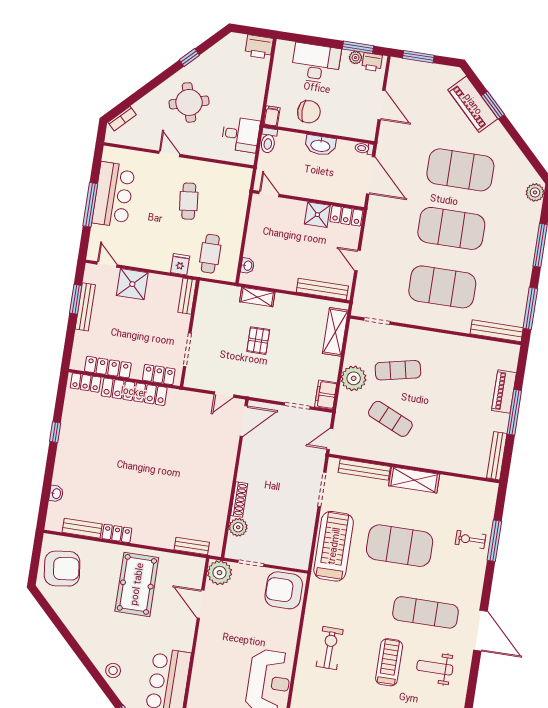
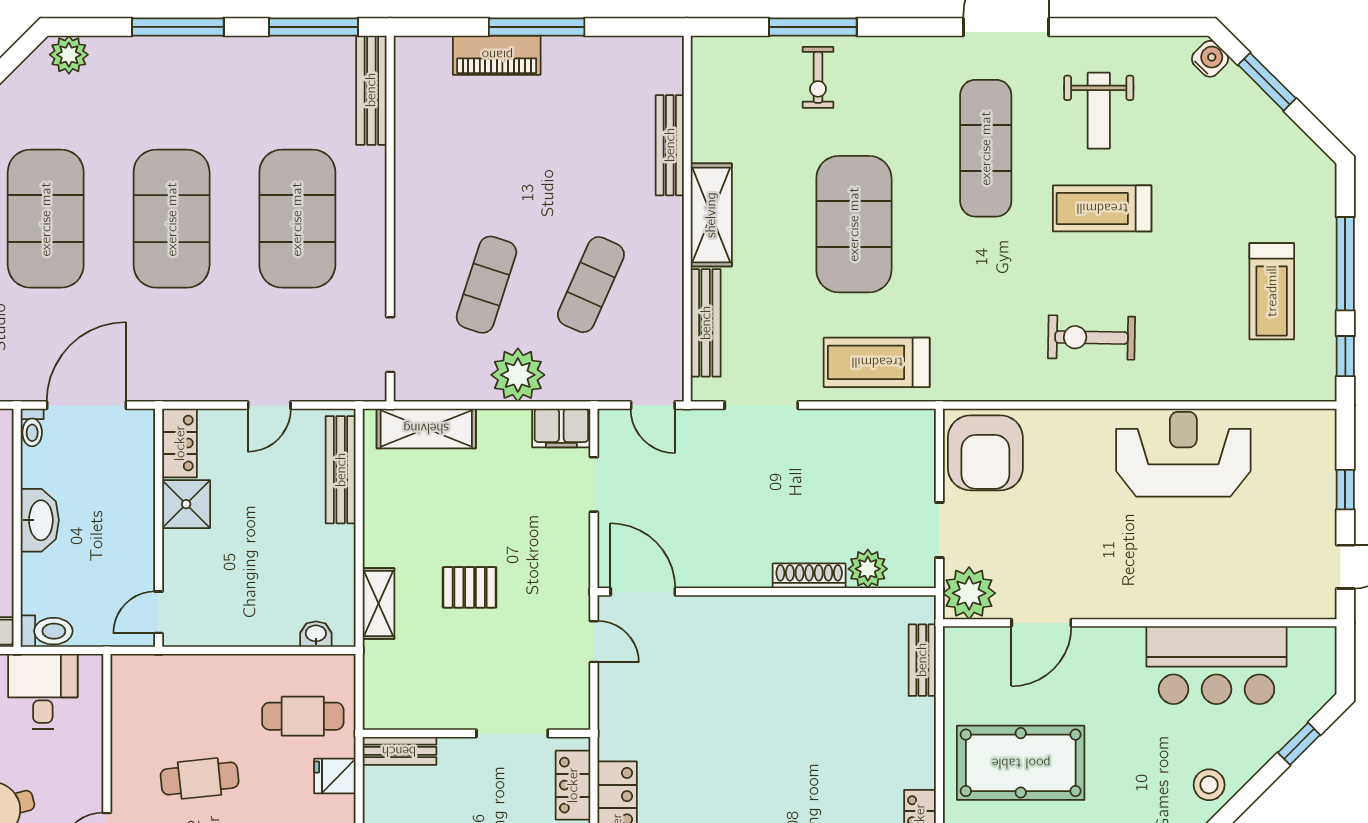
exercise mat: (398, 370) -> (486, 285), turned 30
bench: (497, 456) -> (670, 145), moved, turned 90
treadmill: (334, 546) -> (877, 362), width x0.73, depth x0.73

